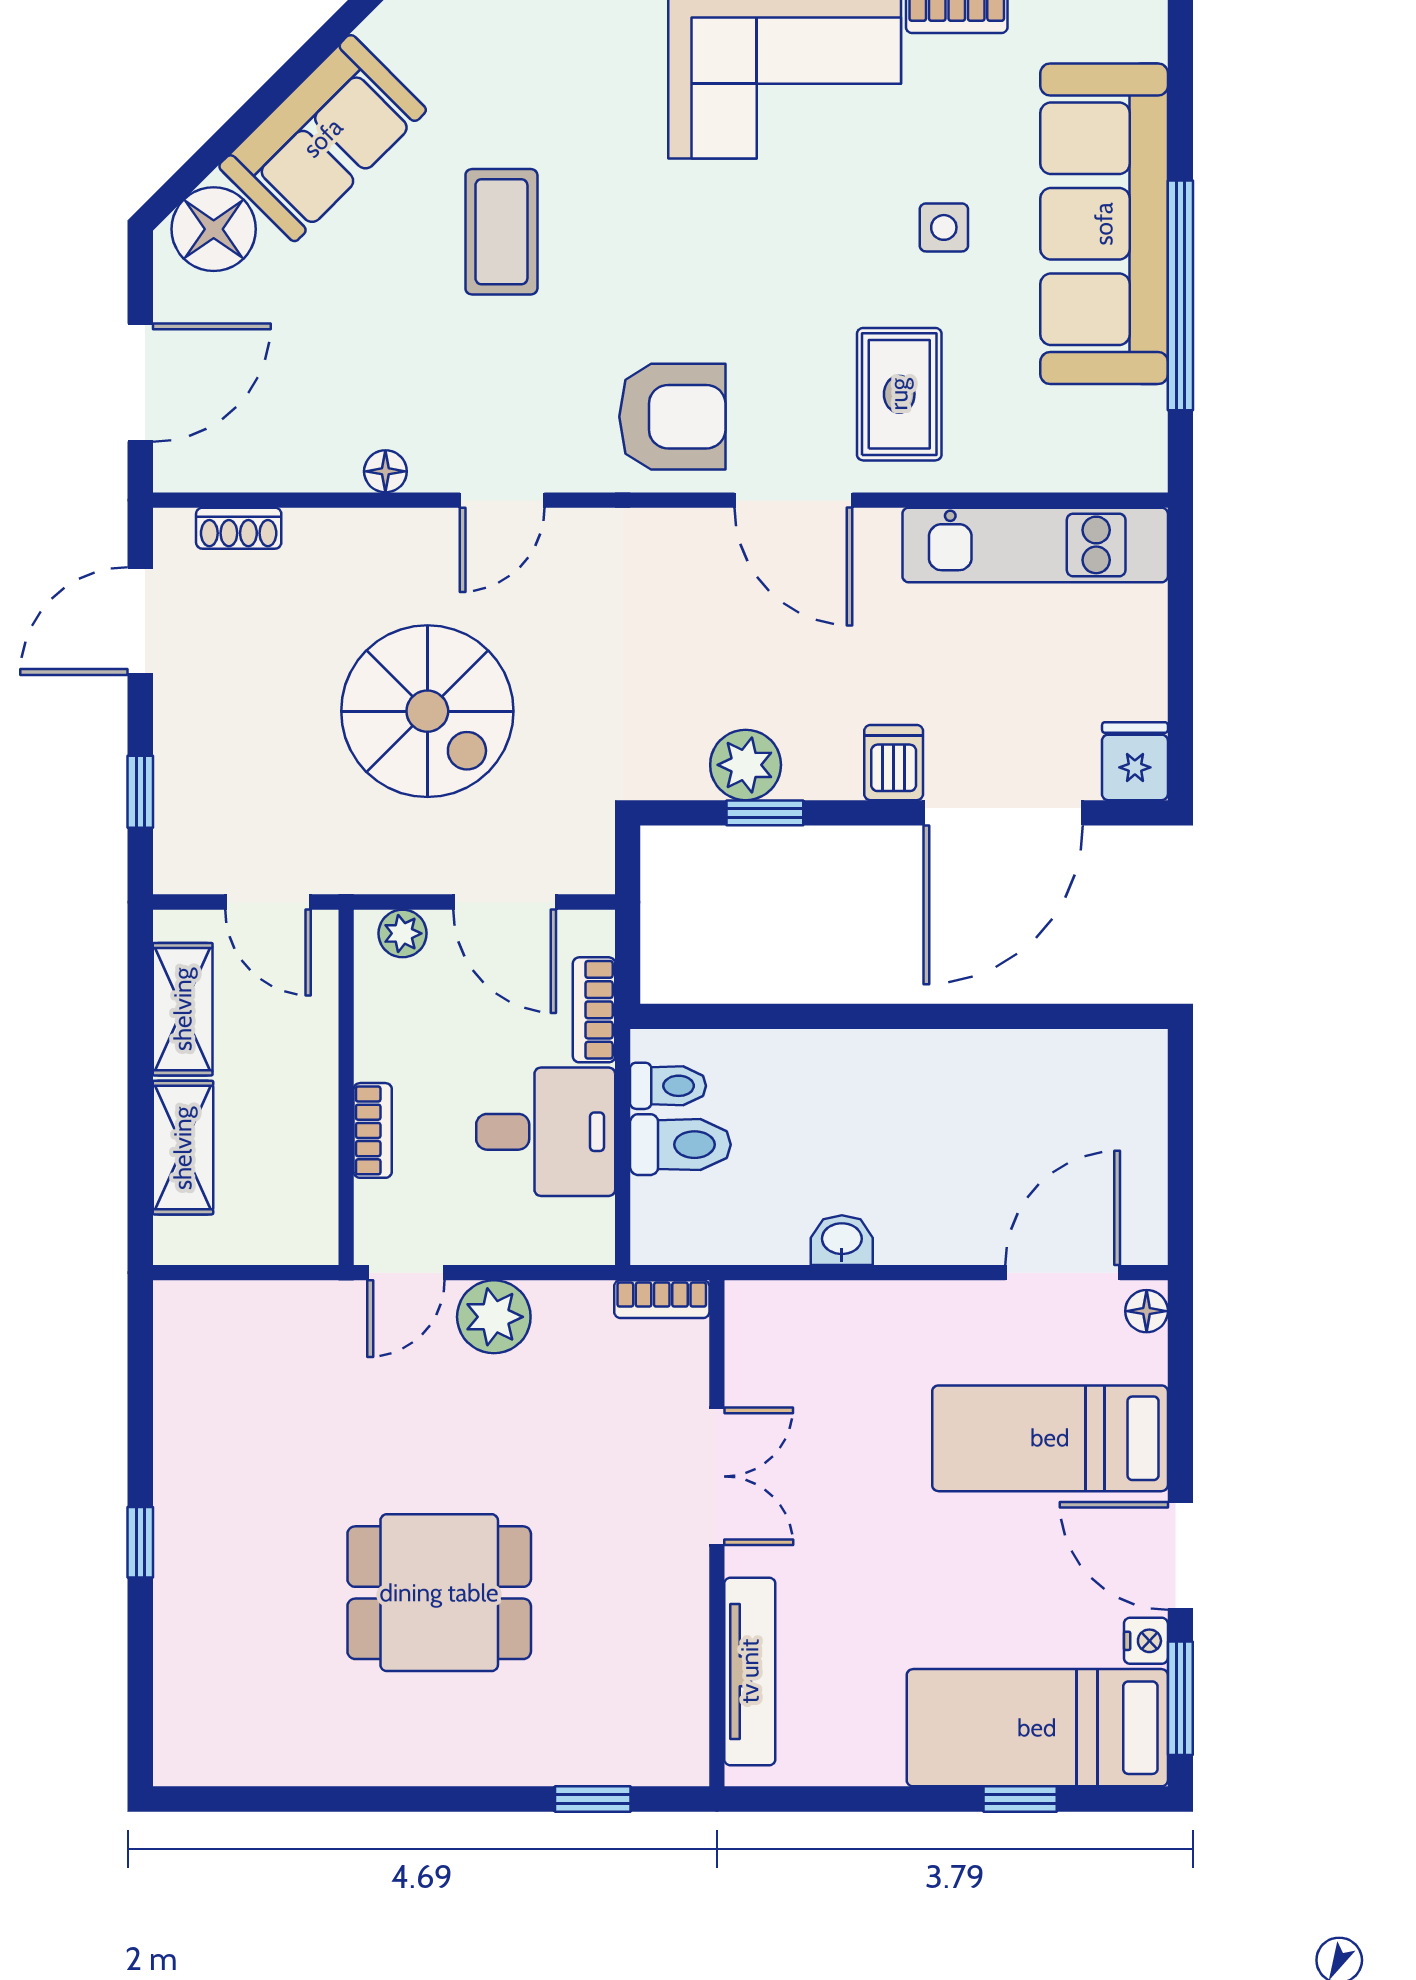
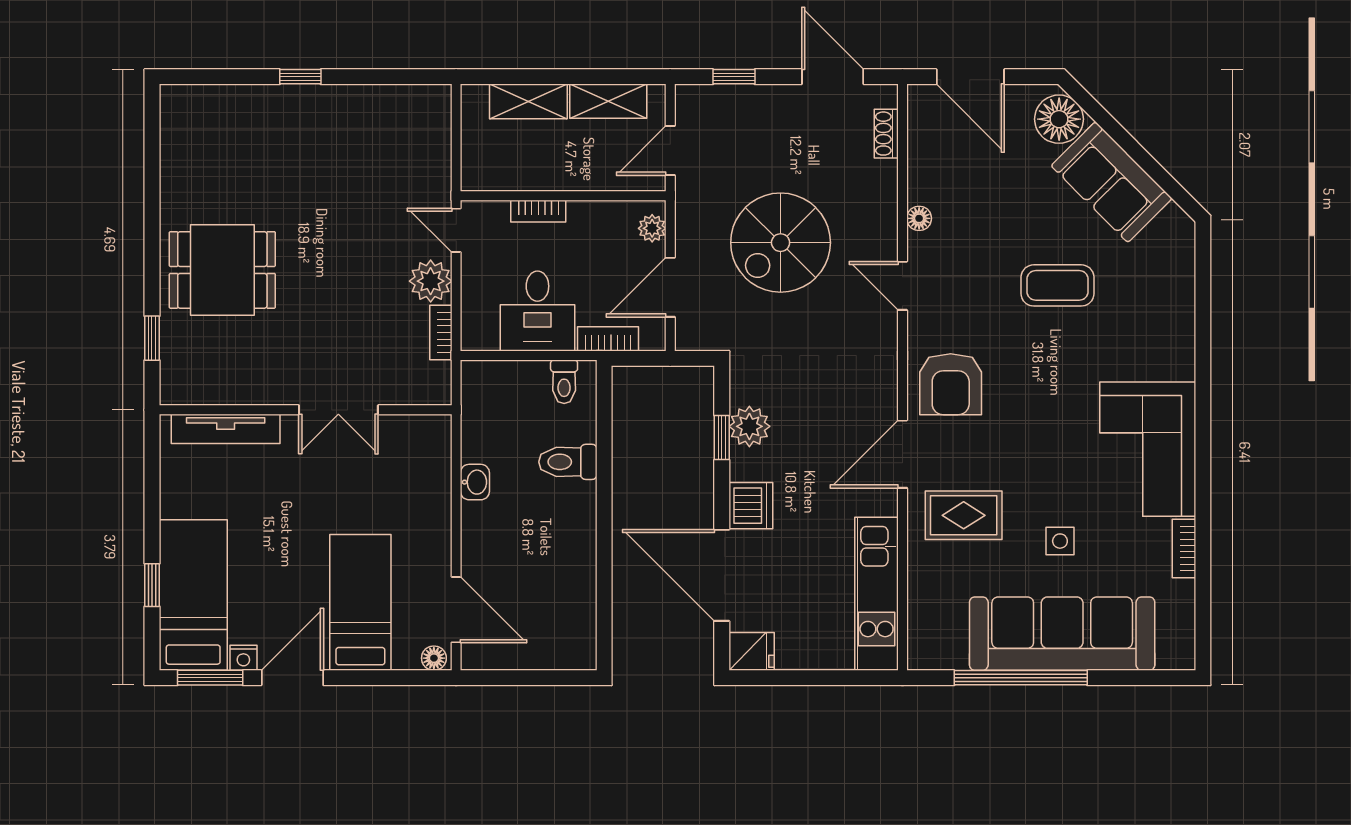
dishwasher: (894, 763) -> (751, 506), width x1.38
toilet: (680, 1145) -> (568, 462), moved, turned 90
bookcase: (662, 1299) -> (441, 333), moved
dining table: (439, 1593) -> (222, 270), moved, turned 90

